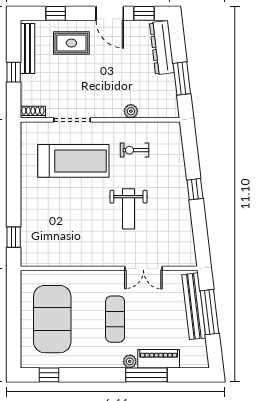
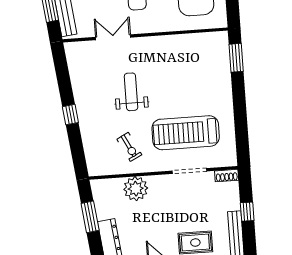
plant: (131, 111) -> (136, 189), width x1.88, depth x1.88
exercise bike: (135, 150) -> (129, 147), turned 63
window: (14, 237) -> (236, 58), width x1.50

